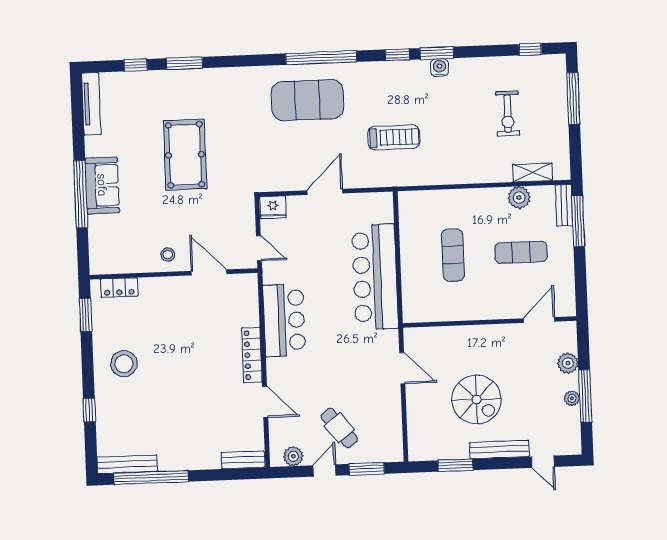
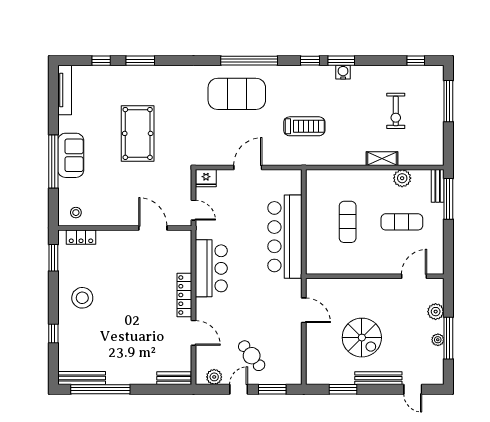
shelving: (532, 172) -> (382, 159), moved
stool: (168, 254) -> (76, 213), moved

